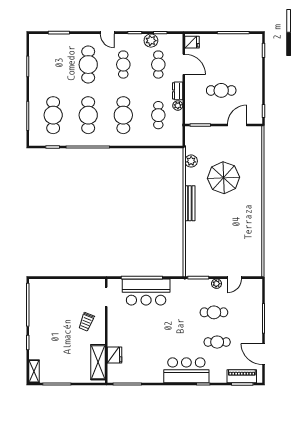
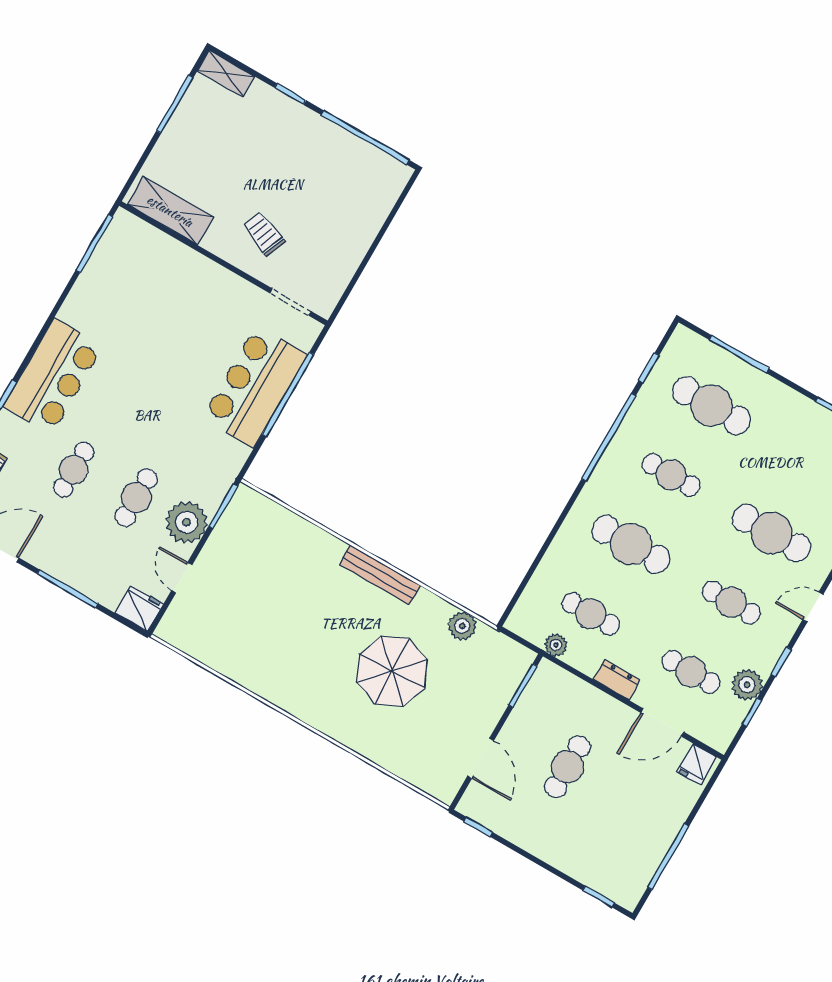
plant: (178, 106) -> (556, 645), moved
cafe table: (88, 115) -> (671, 475), width x0.73, depth x0.74
plant: (217, 284) -> (187, 522), width x1.87, depth x1.87
fridge: (115, 355) -> (139, 609), moved, turned 180

